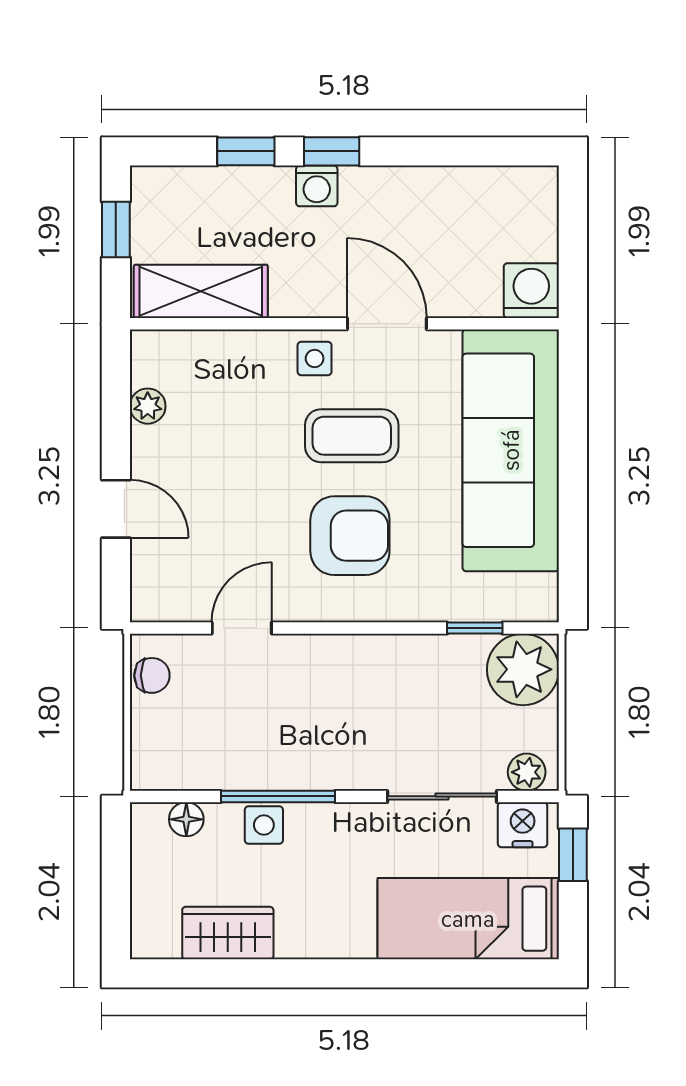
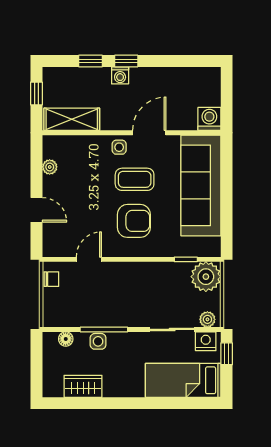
door: (387, 324) -> (149, 133), hinge flipped

